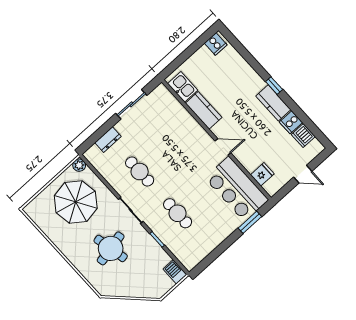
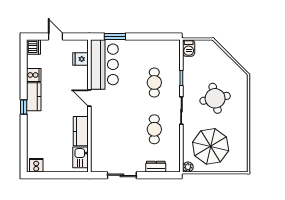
dishwasher: (303, 136) -> (34, 47), moved

